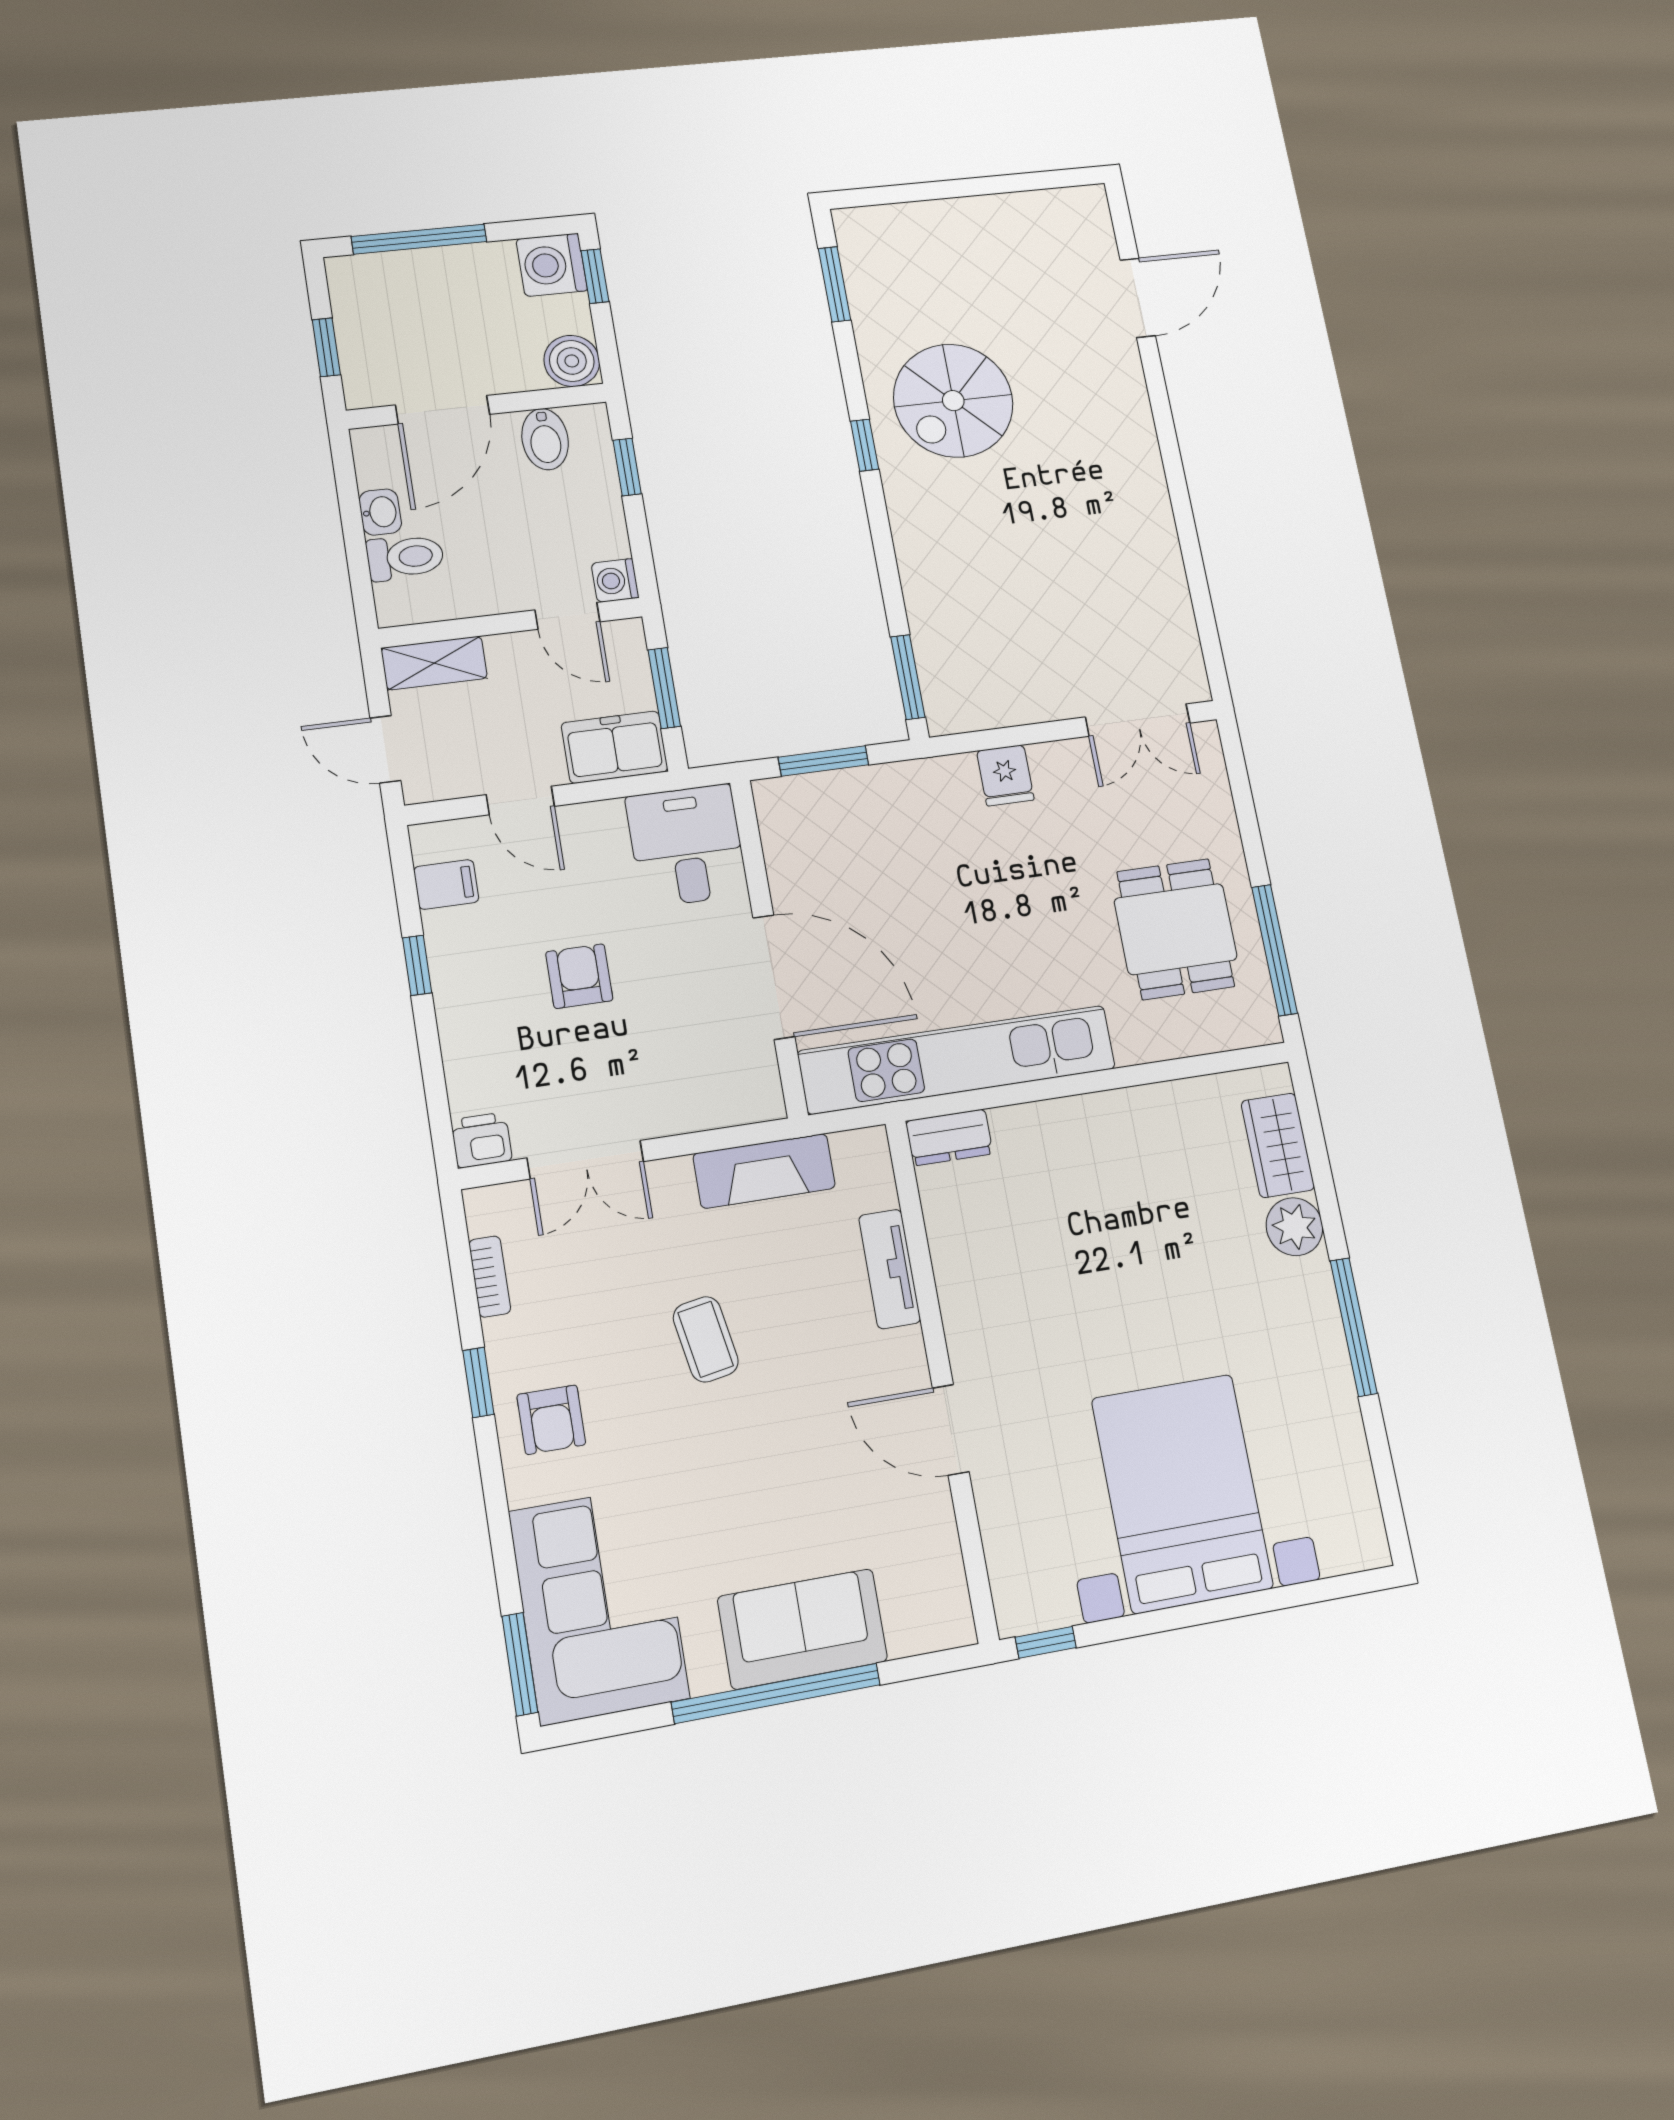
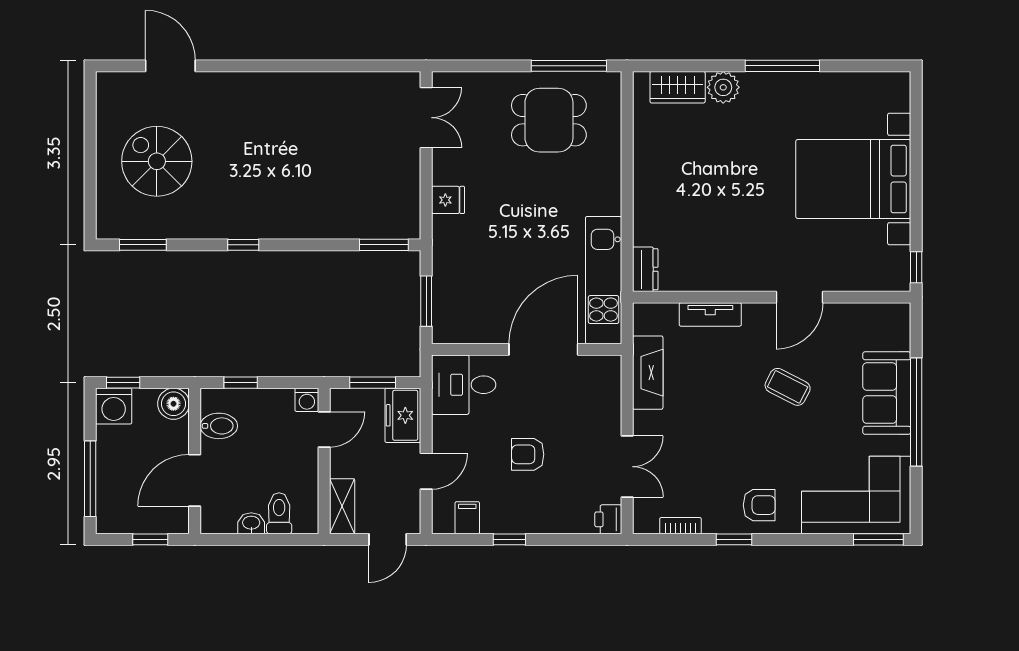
spiral stairs: (953, 401) -> (157, 161), moved, turned 180
door: (443, 410) -> (195, 480), swing flipped
kitchen unit: (957, 1060) -> (604, 280), width x0.73
coffee table: (706, 1339) -> (788, 387), moved, turned 37

